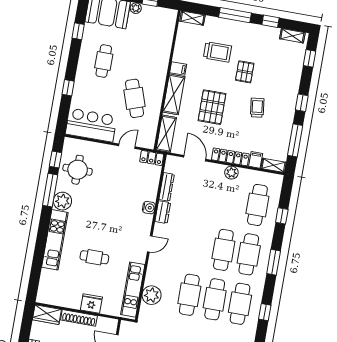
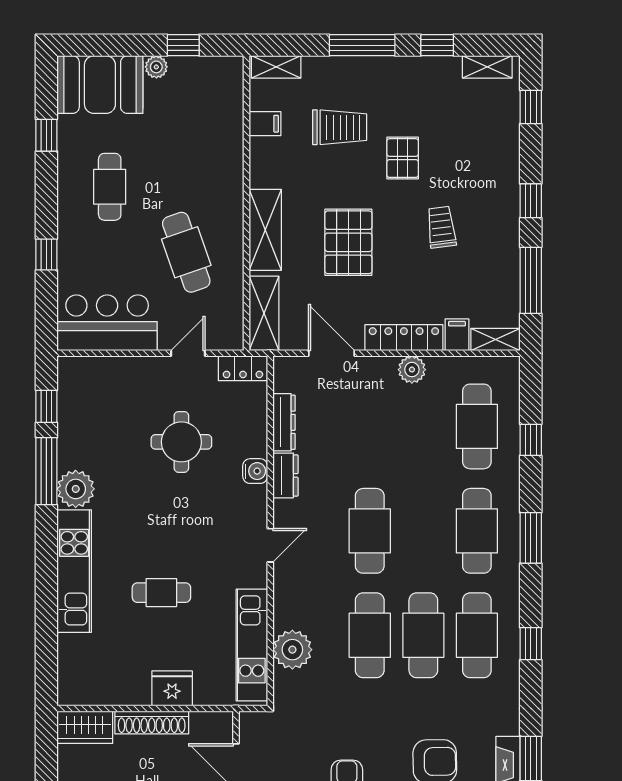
filing cabinet: (178, 69) -> (265, 124), moved
round table: (78, 170) -> (181, 442), moved
cafe table: (223, 250) -> (370, 531), moved

